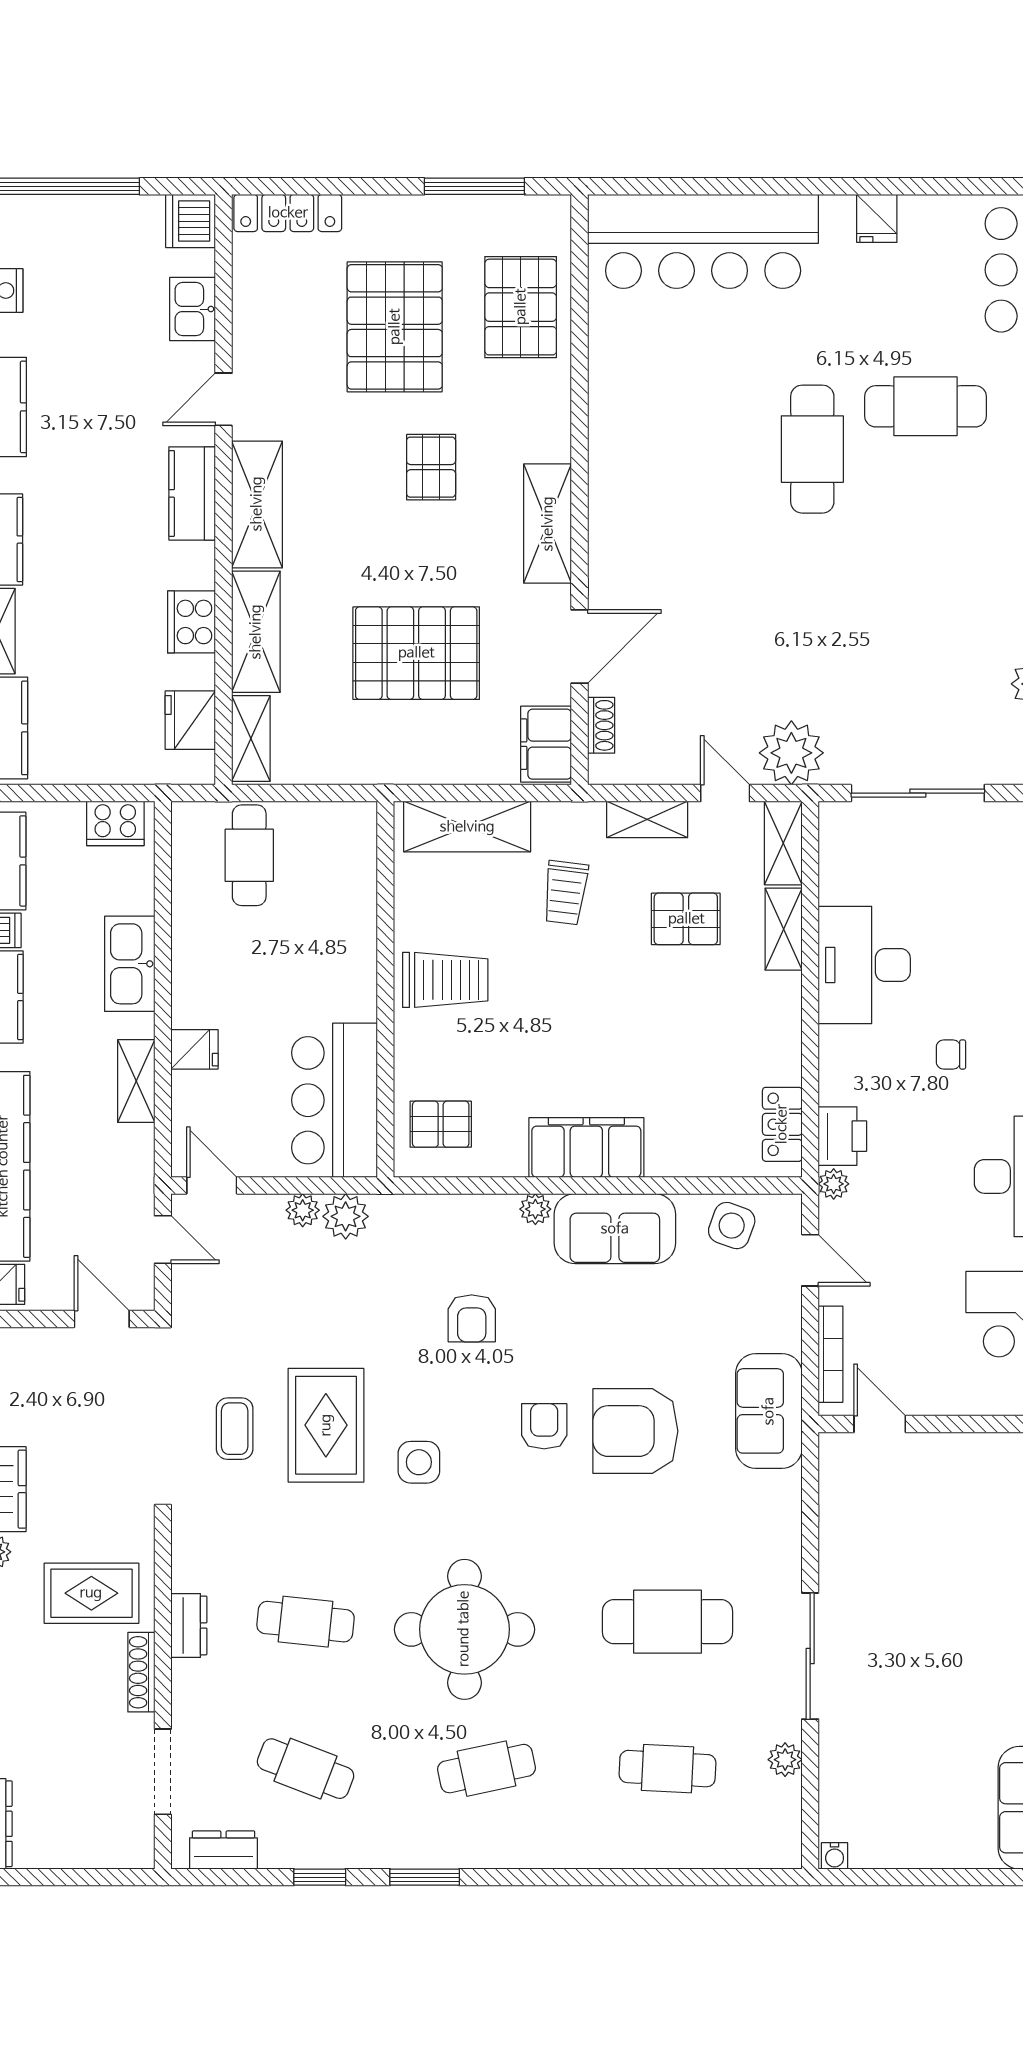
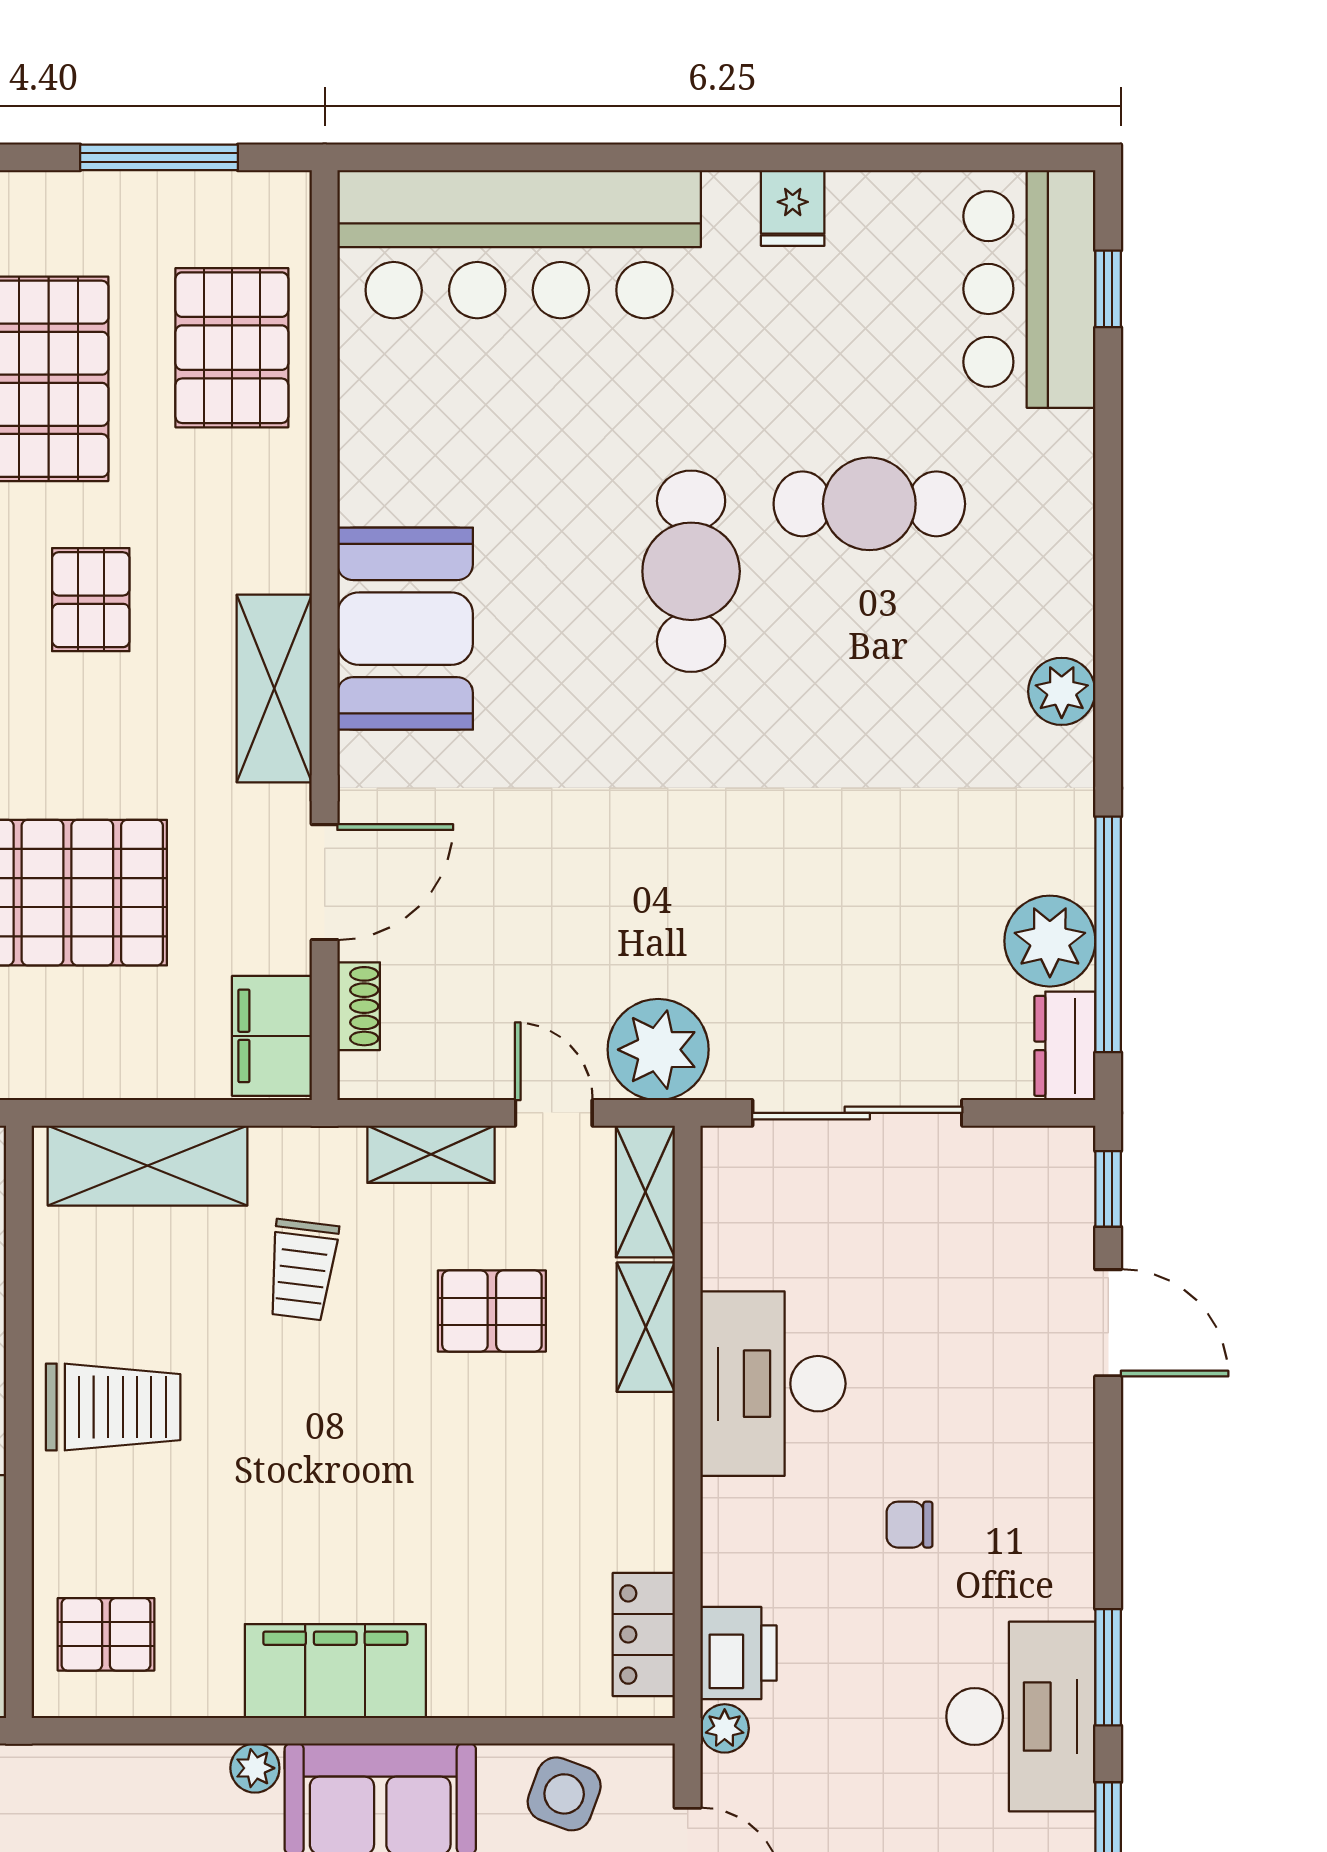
booth: (631, 486) -> (405, 629), added

